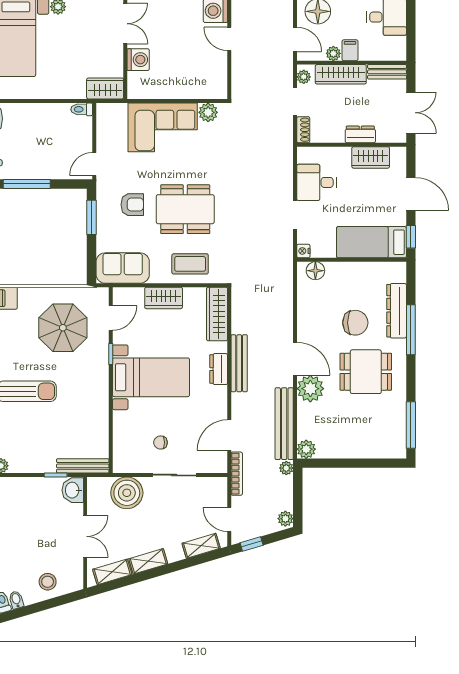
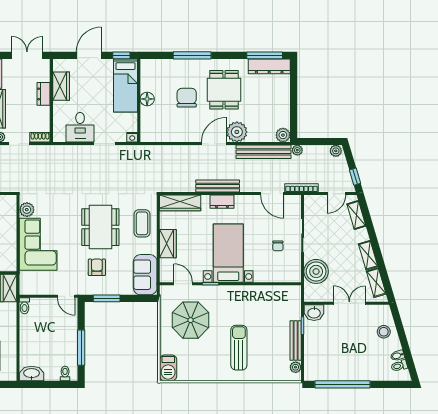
floor lamp: (315, 271) -> (147, 99), moved
dresser: (397, 311) -> (269, 66), moved
bench: (83, 466) -> (296, 341), moved

